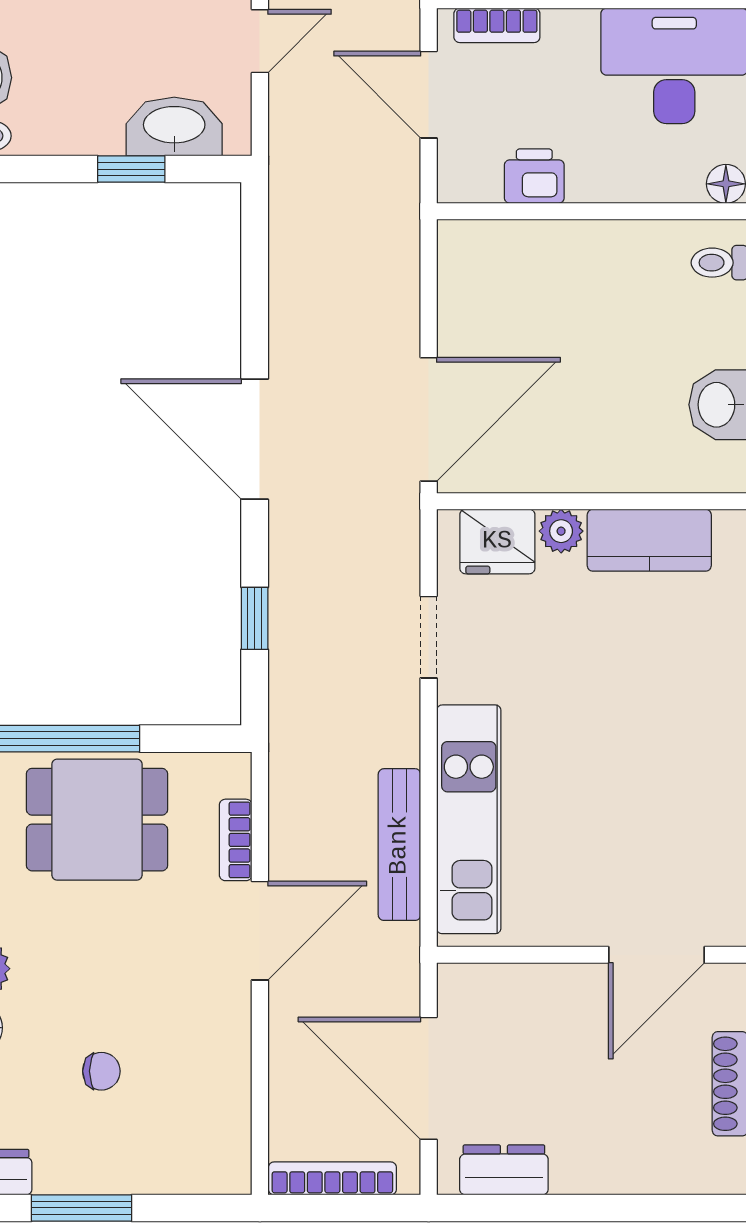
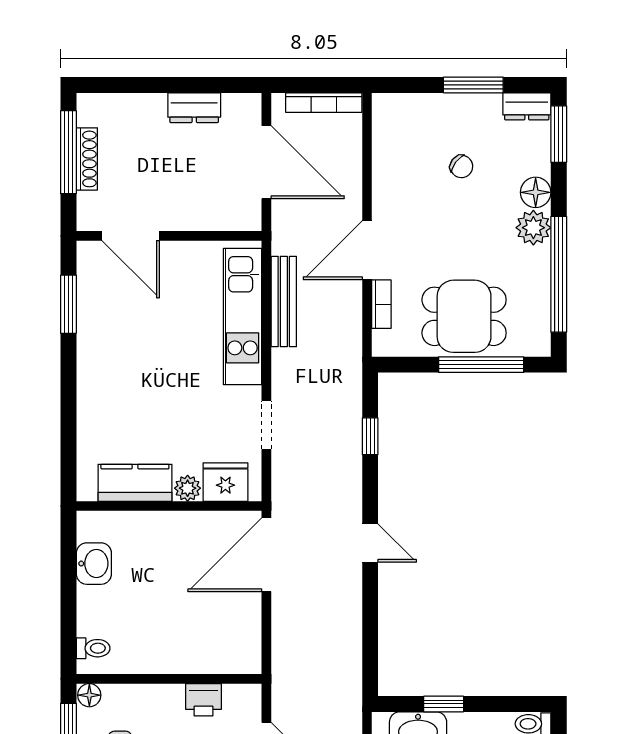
door: (255, 439) -> (370, 543), width x0.53
door: (657, 955) -> (131, 236), swing flipped
chair: (101, 1071) -> (461, 166), turned -143
dresser: (504, 1170) -> (194, 108), moved

